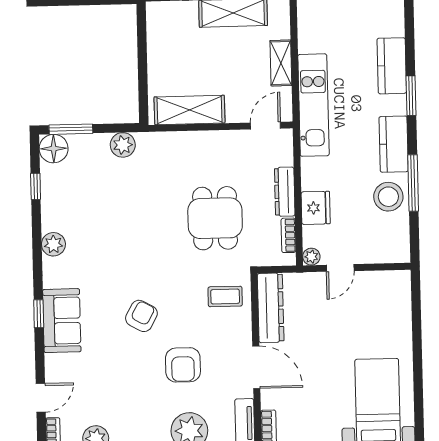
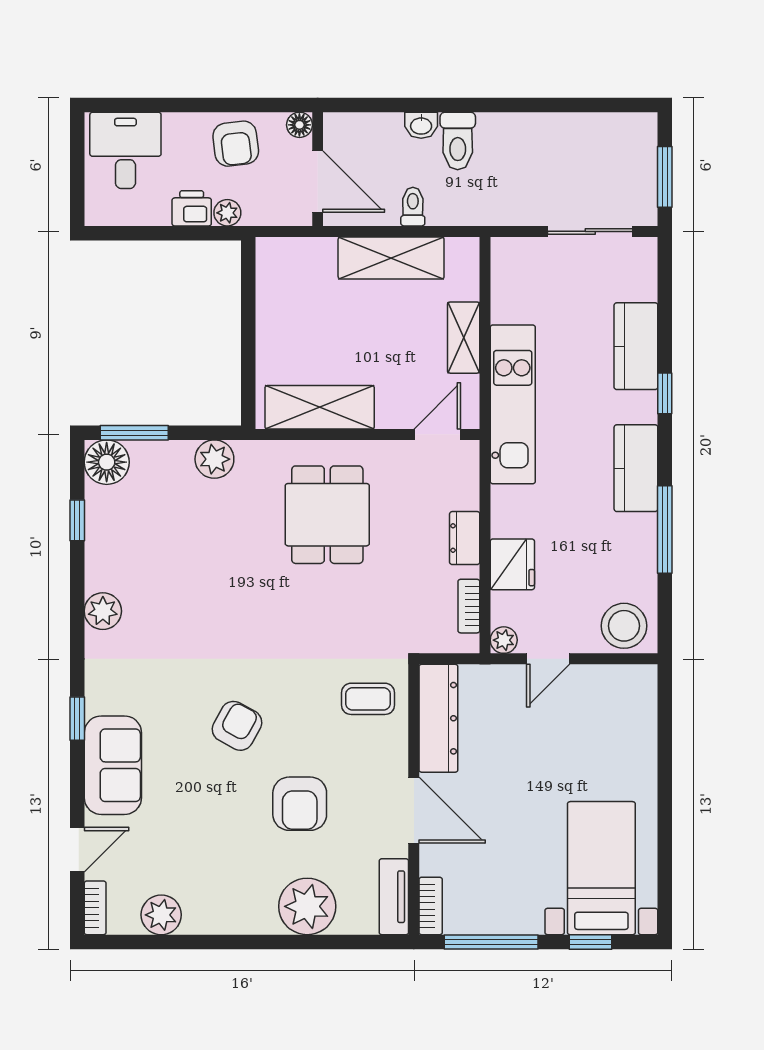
window: (411, 96) -> (665, 393), width x0.67
dresser: (285, 192) -> (465, 538), width x0.70
stool: (388, 197) -> (624, 626), moved
dining table: (215, 218) -> (327, 515), moved
sofa: (62, 321) -> (113, 765), moved

